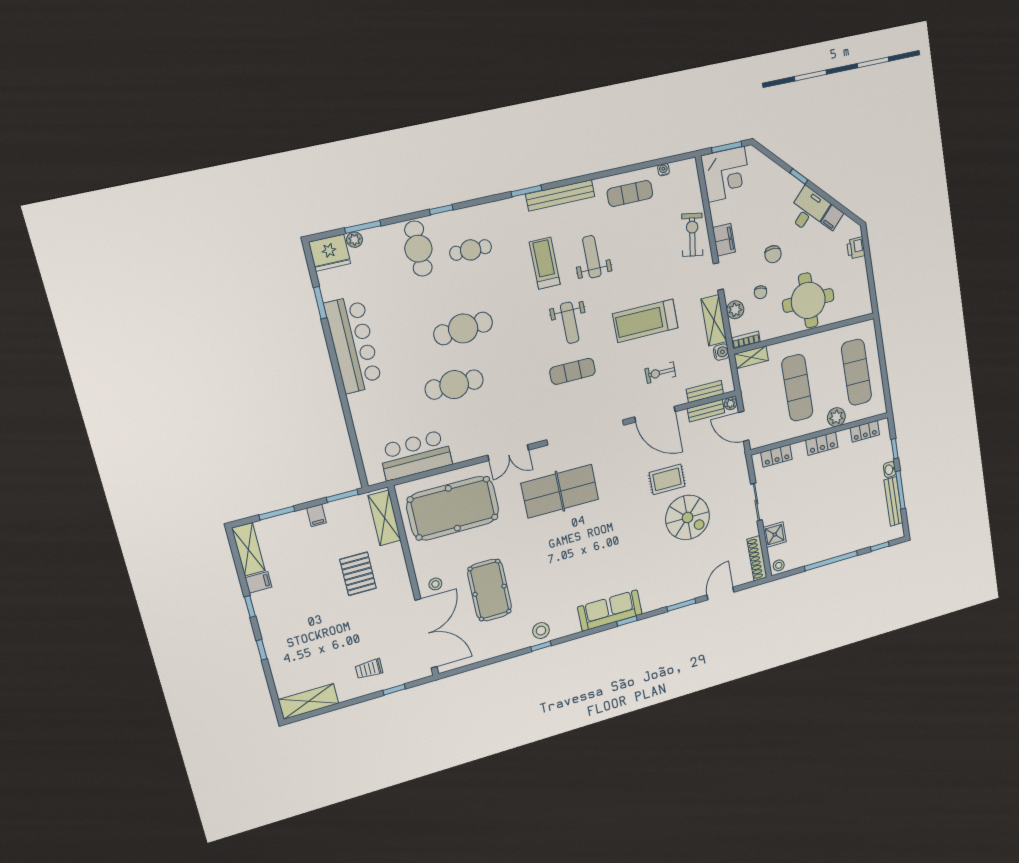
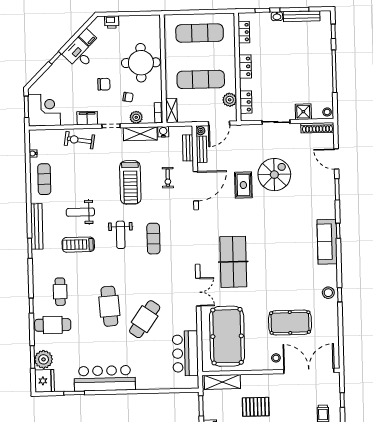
plant: (354, 240) -> (44, 359), width x1.87, depth x1.87
weight bench: (570, 323) -> (121, 235), turned 90
cafe table: (454, 385) -> (145, 319), turned 35
plant: (836, 417) -> (230, 100), moved

